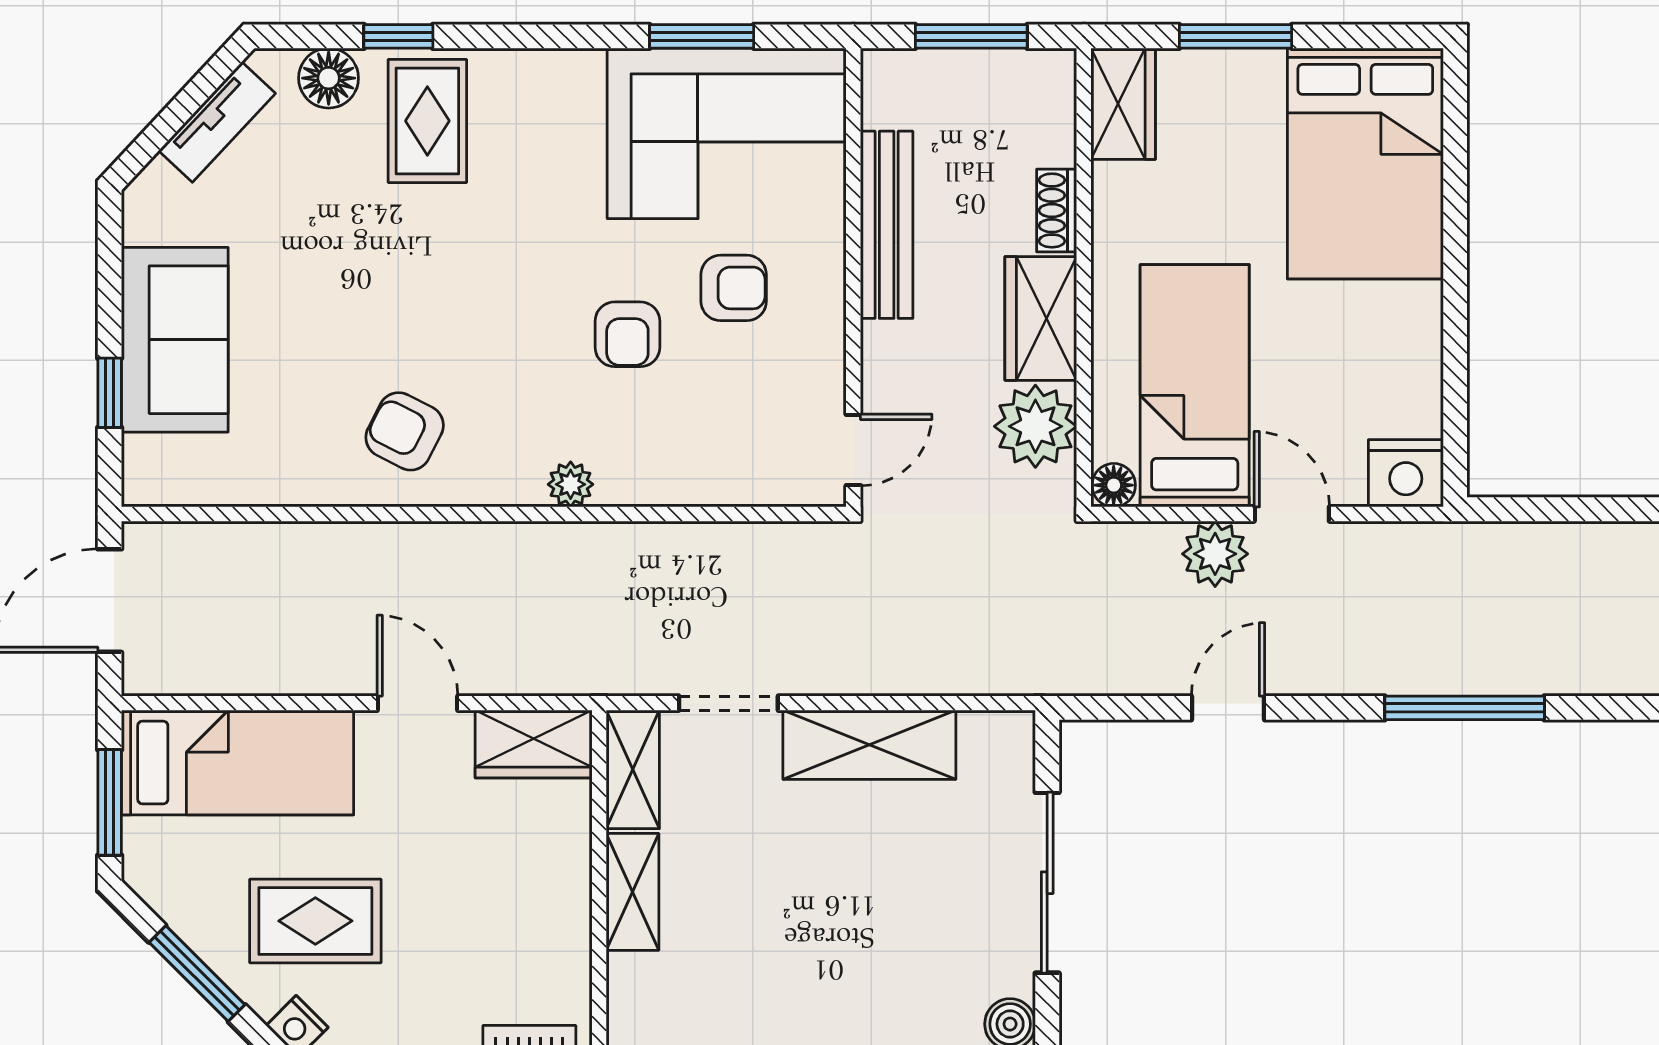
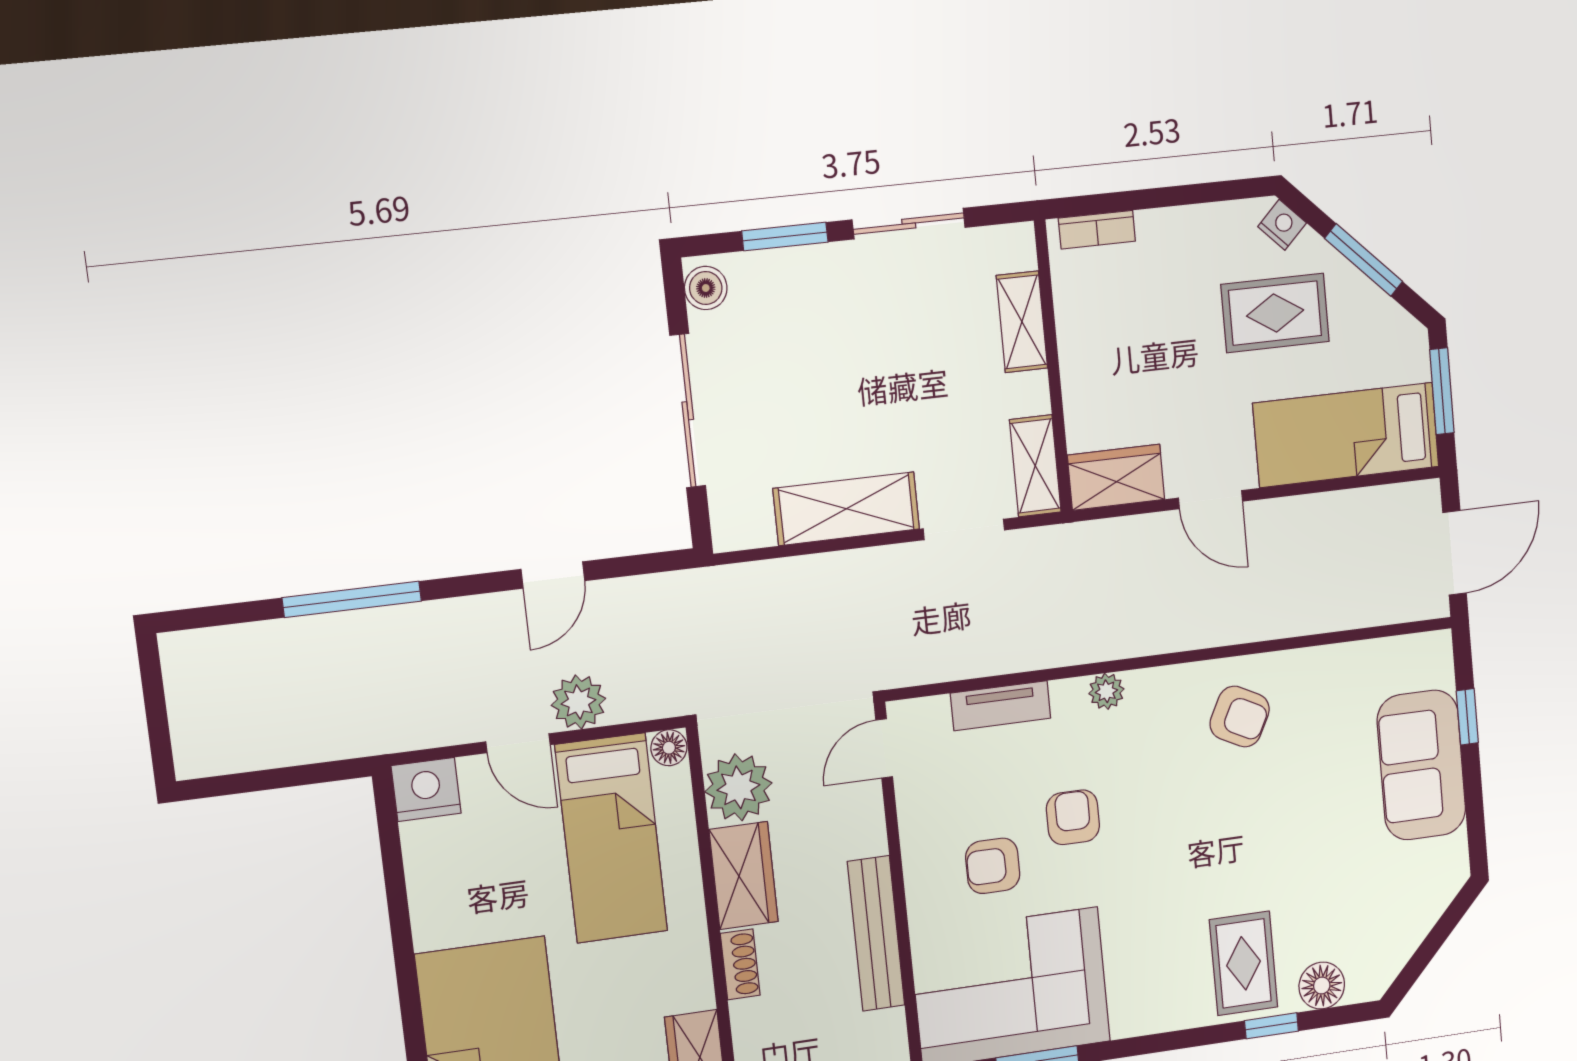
tv unit: (217, 122) -> (1001, 706), moved, turned -133
shelving: (633, 892) -> (1022, 322), moved

